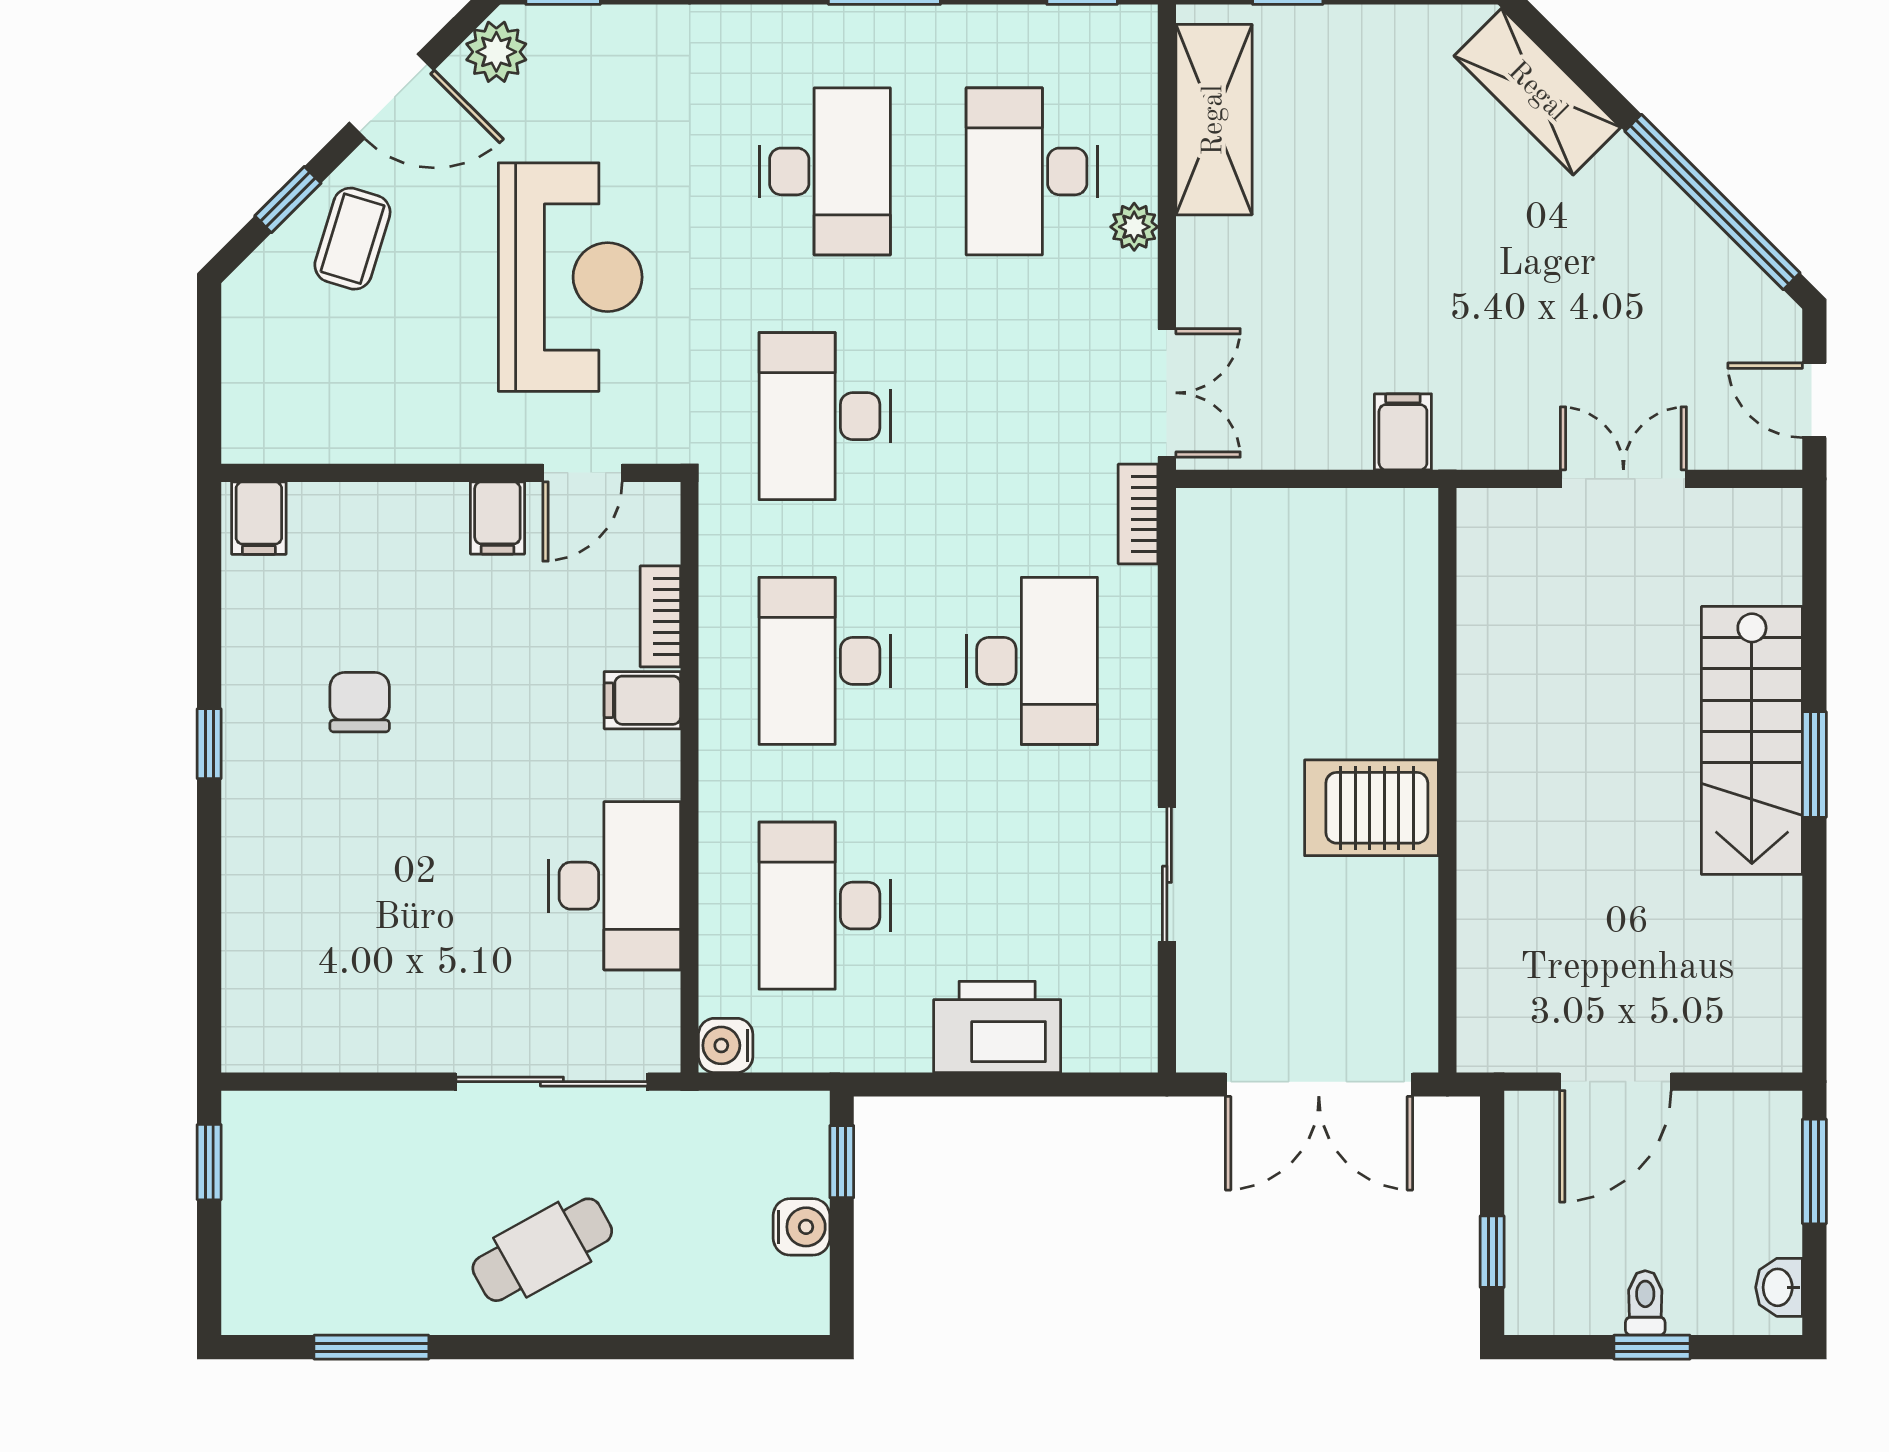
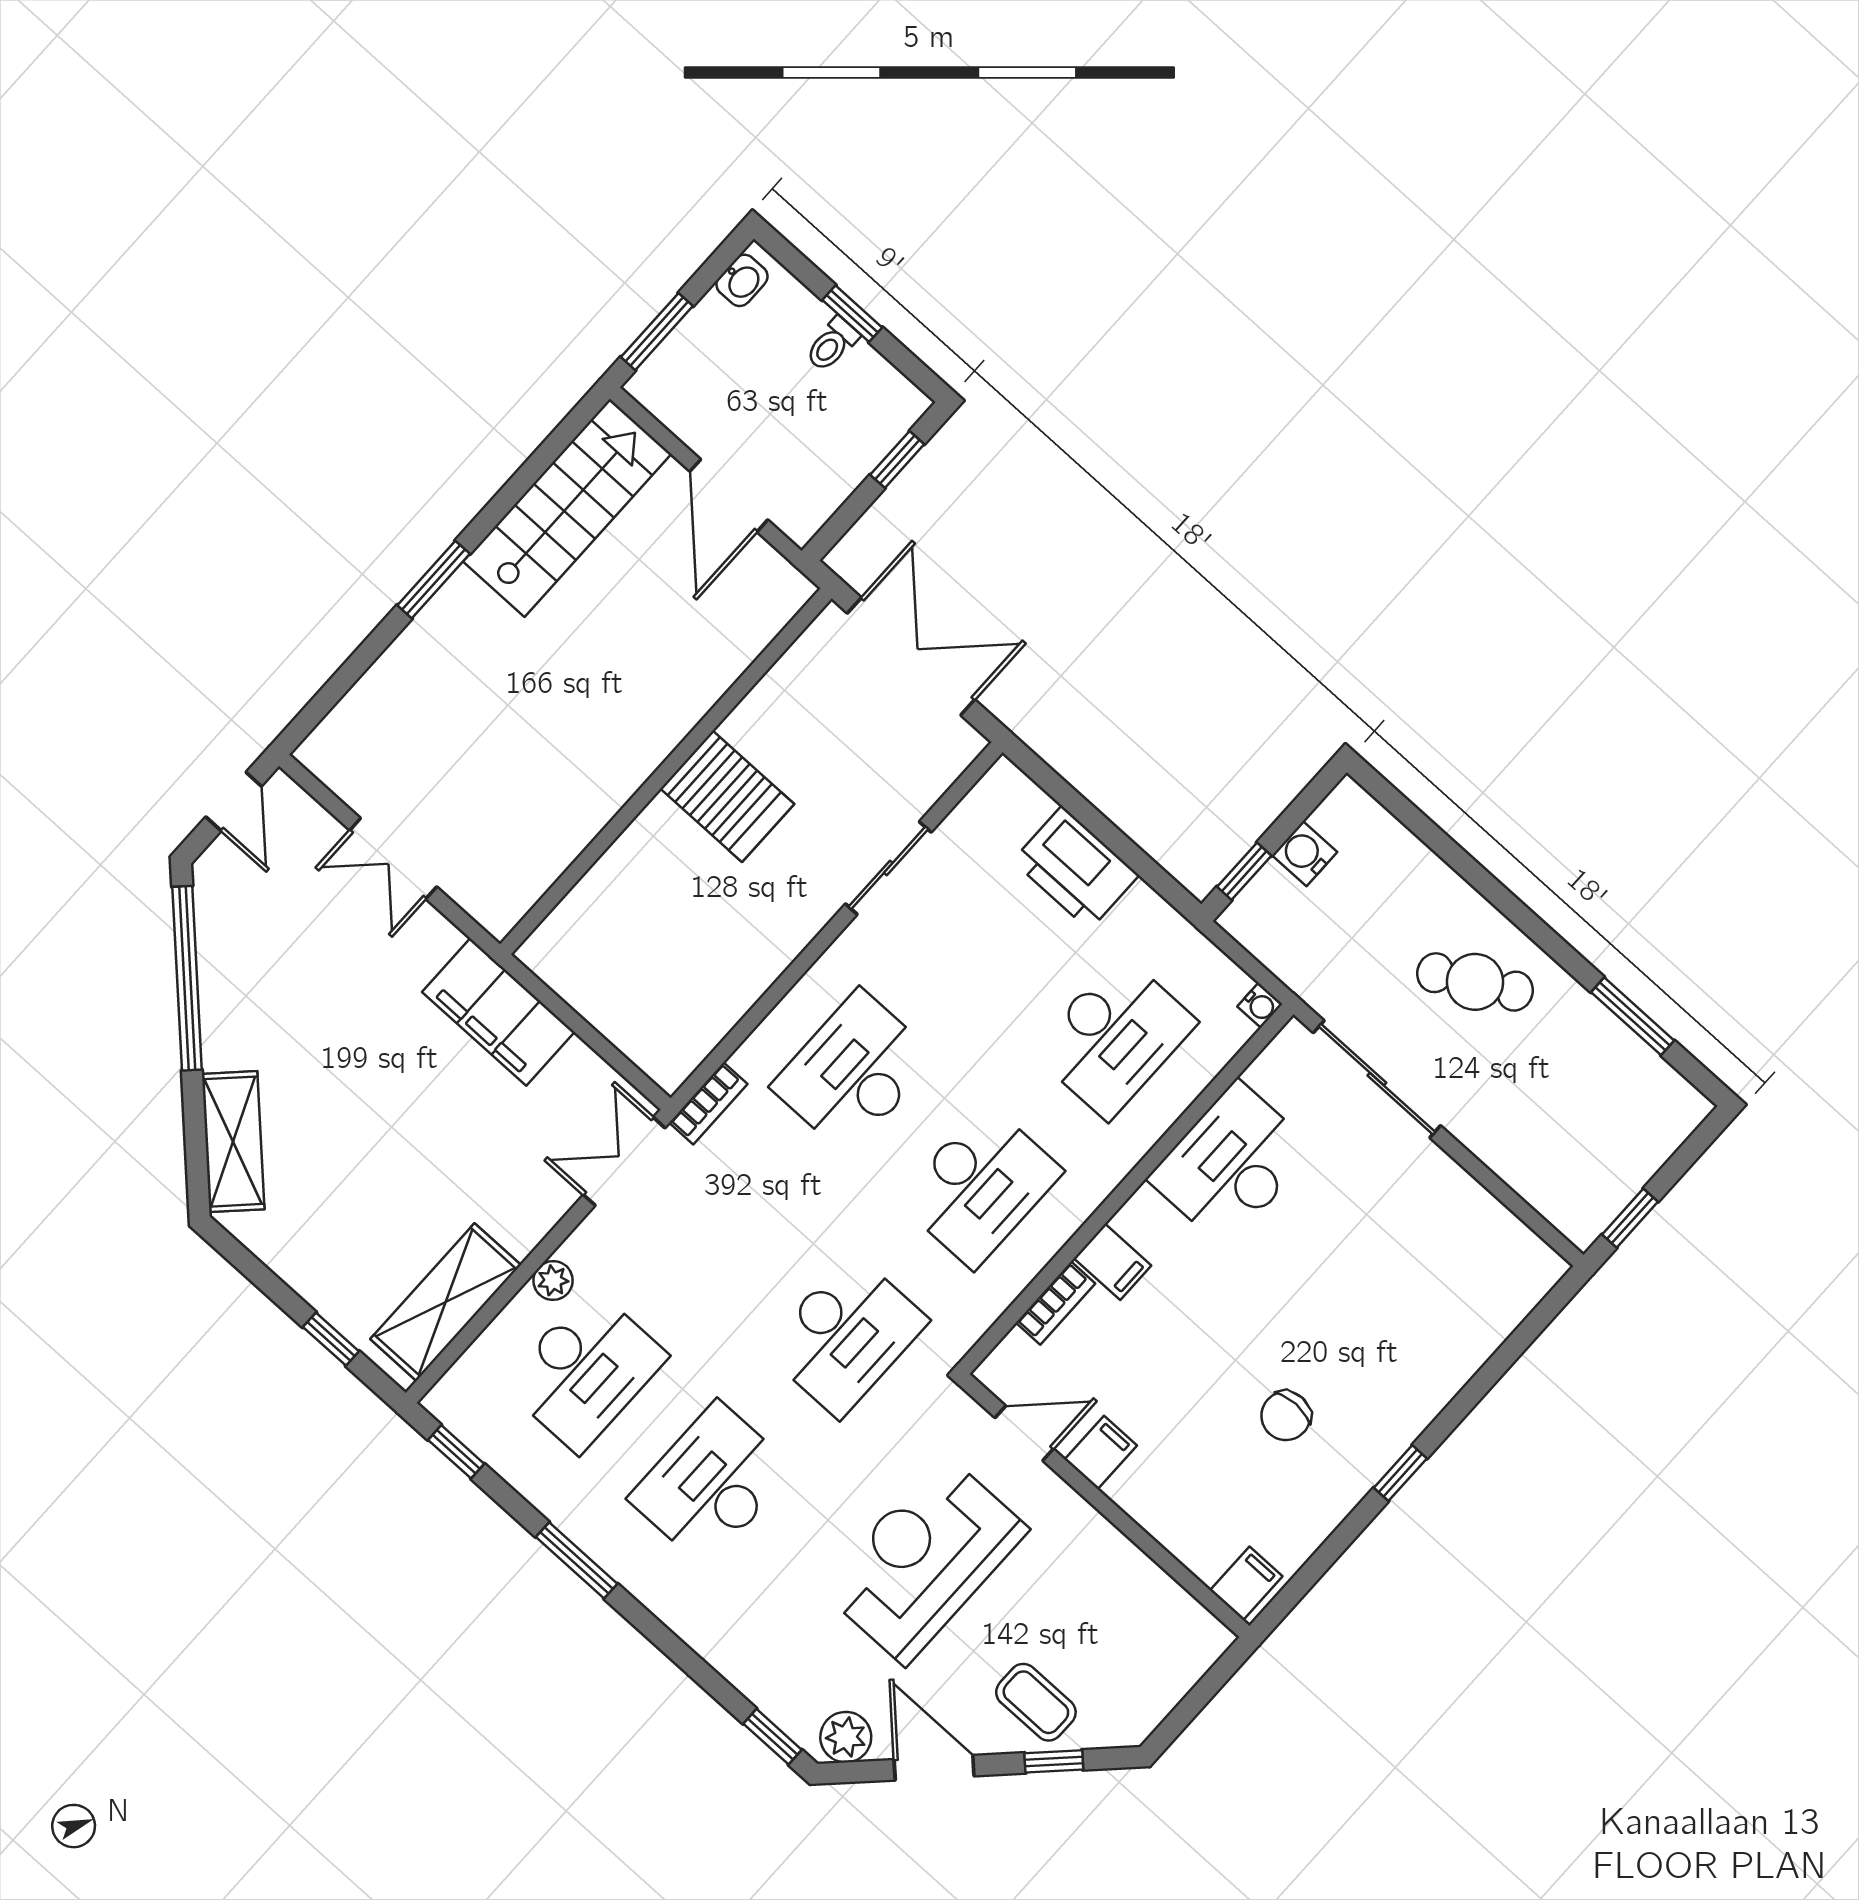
coffee table: (352, 239) -> (1036, 1702), turned 73
filing cabinet: (1403, 432) -> (498, 1012), width x3.00, depth x1.17
stairs: (1752, 740) -> (567, 508), moved
water cooler: (726, 1045) -> (1260, 1005), width x0.72, depth x0.72
door: (1615, 1082) -> (729, 496), swing flipped

